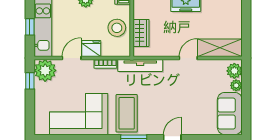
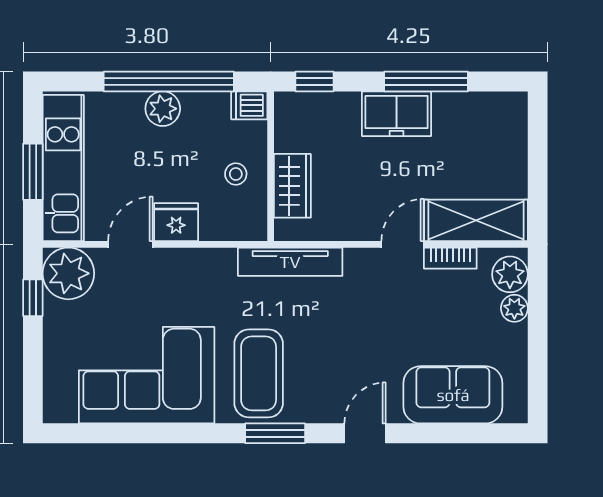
window: (30, 27) -> (33, 172), width x1.50
stool: (117, 28) -> (236, 174), width x0.53, depth x0.53
bookcase: (105, 64) -> (450, 258), moved
sofa: (230, 114) -> (453, 395), moved, turned 90

